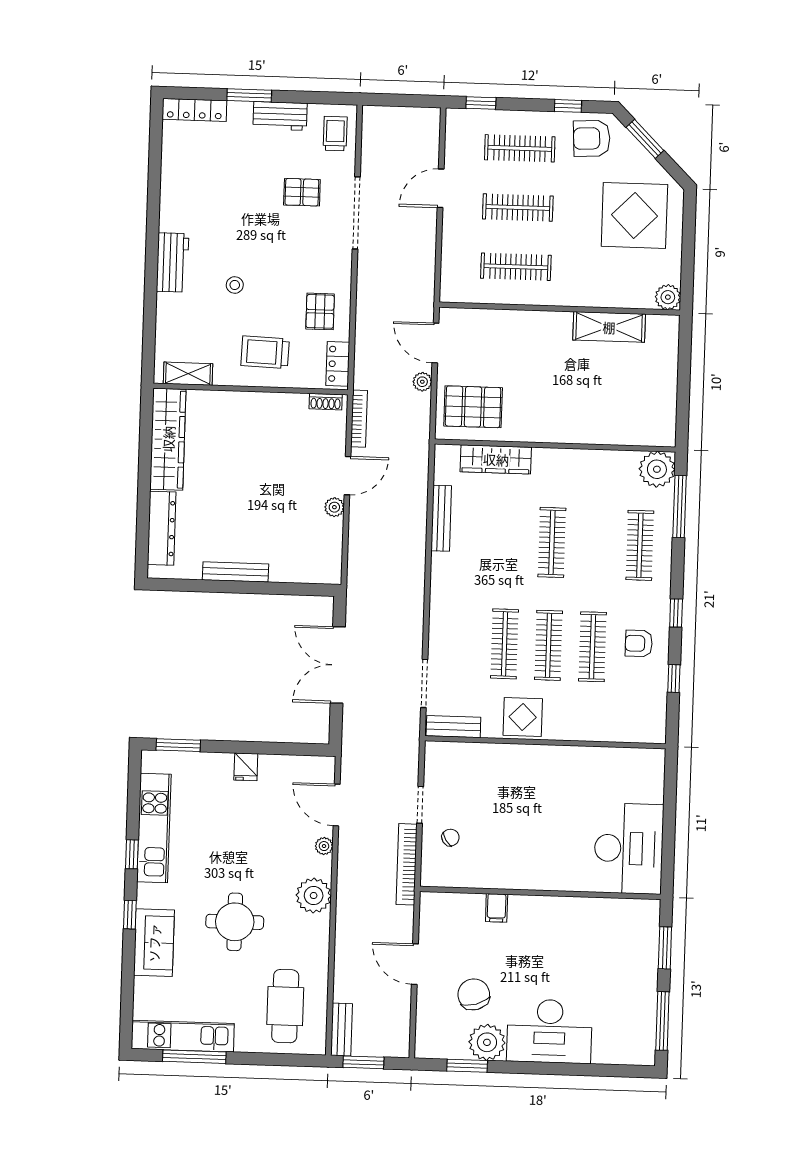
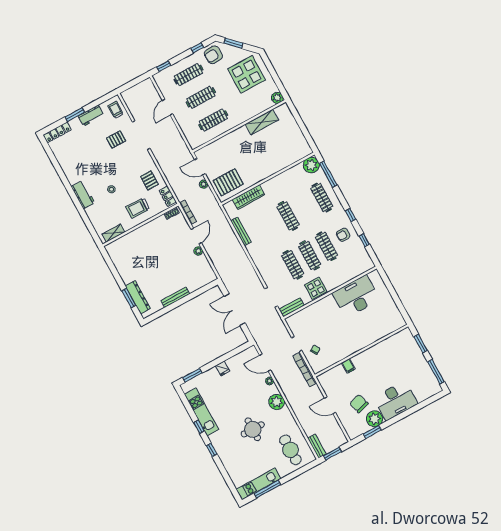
wardrobe: (168, 439) -> (120, 262), removed
window: (143, 519) -> (129, 298), added
desk: (629, 848) -> (356, 296), moved, turned -90
sofa: (154, 943) -> (227, 455), removed

